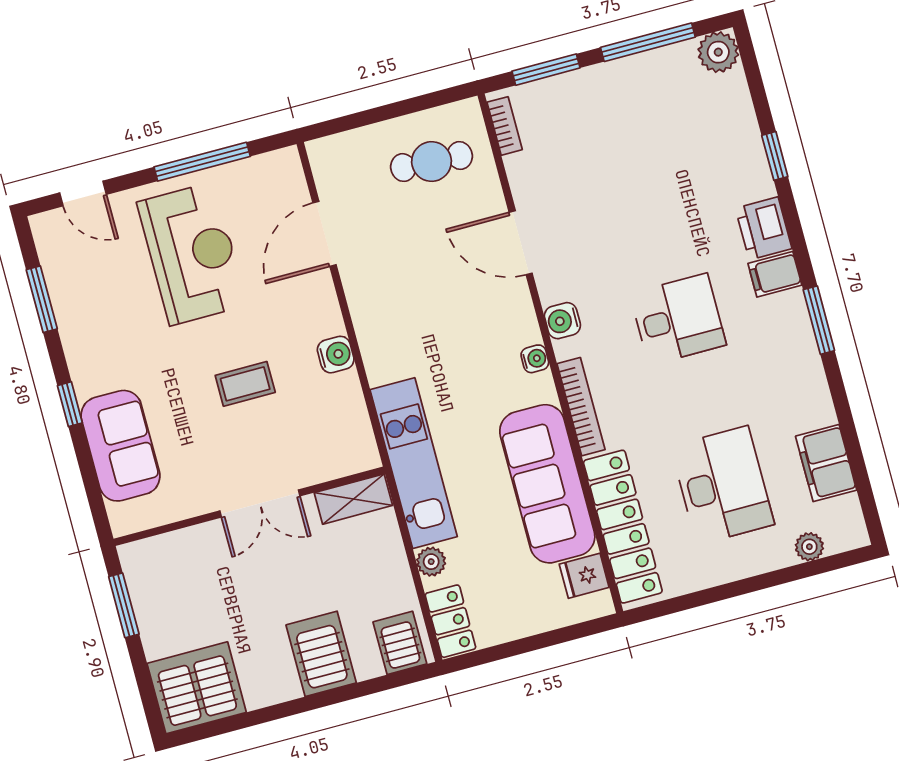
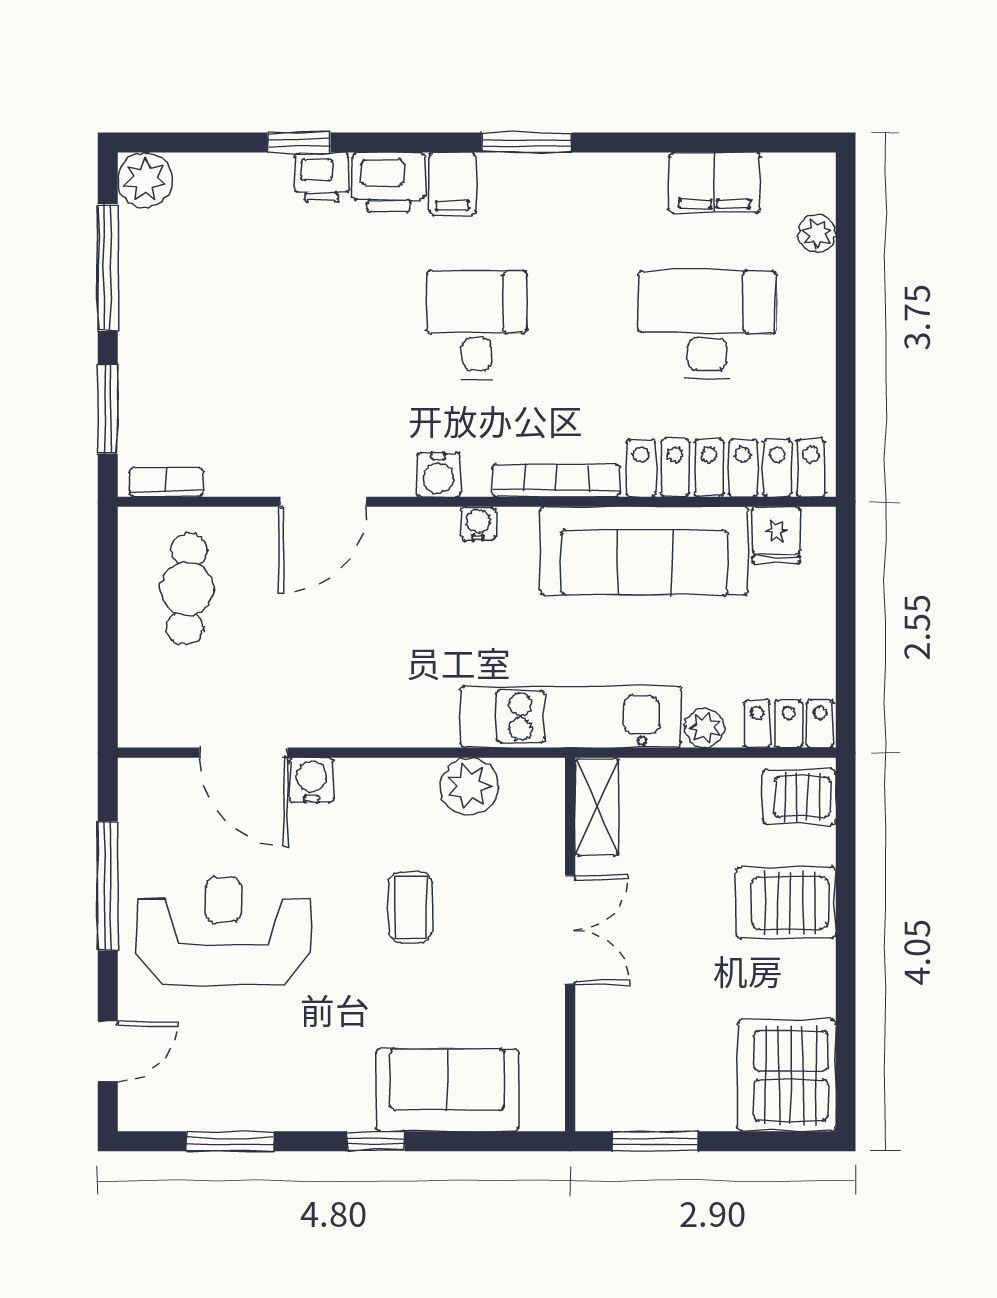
printer: (754, 179) -> (322, 177), added
water cooler: (336, 355) -> (311, 780), moved
plant: (344, 403) -> (469, 786), added

